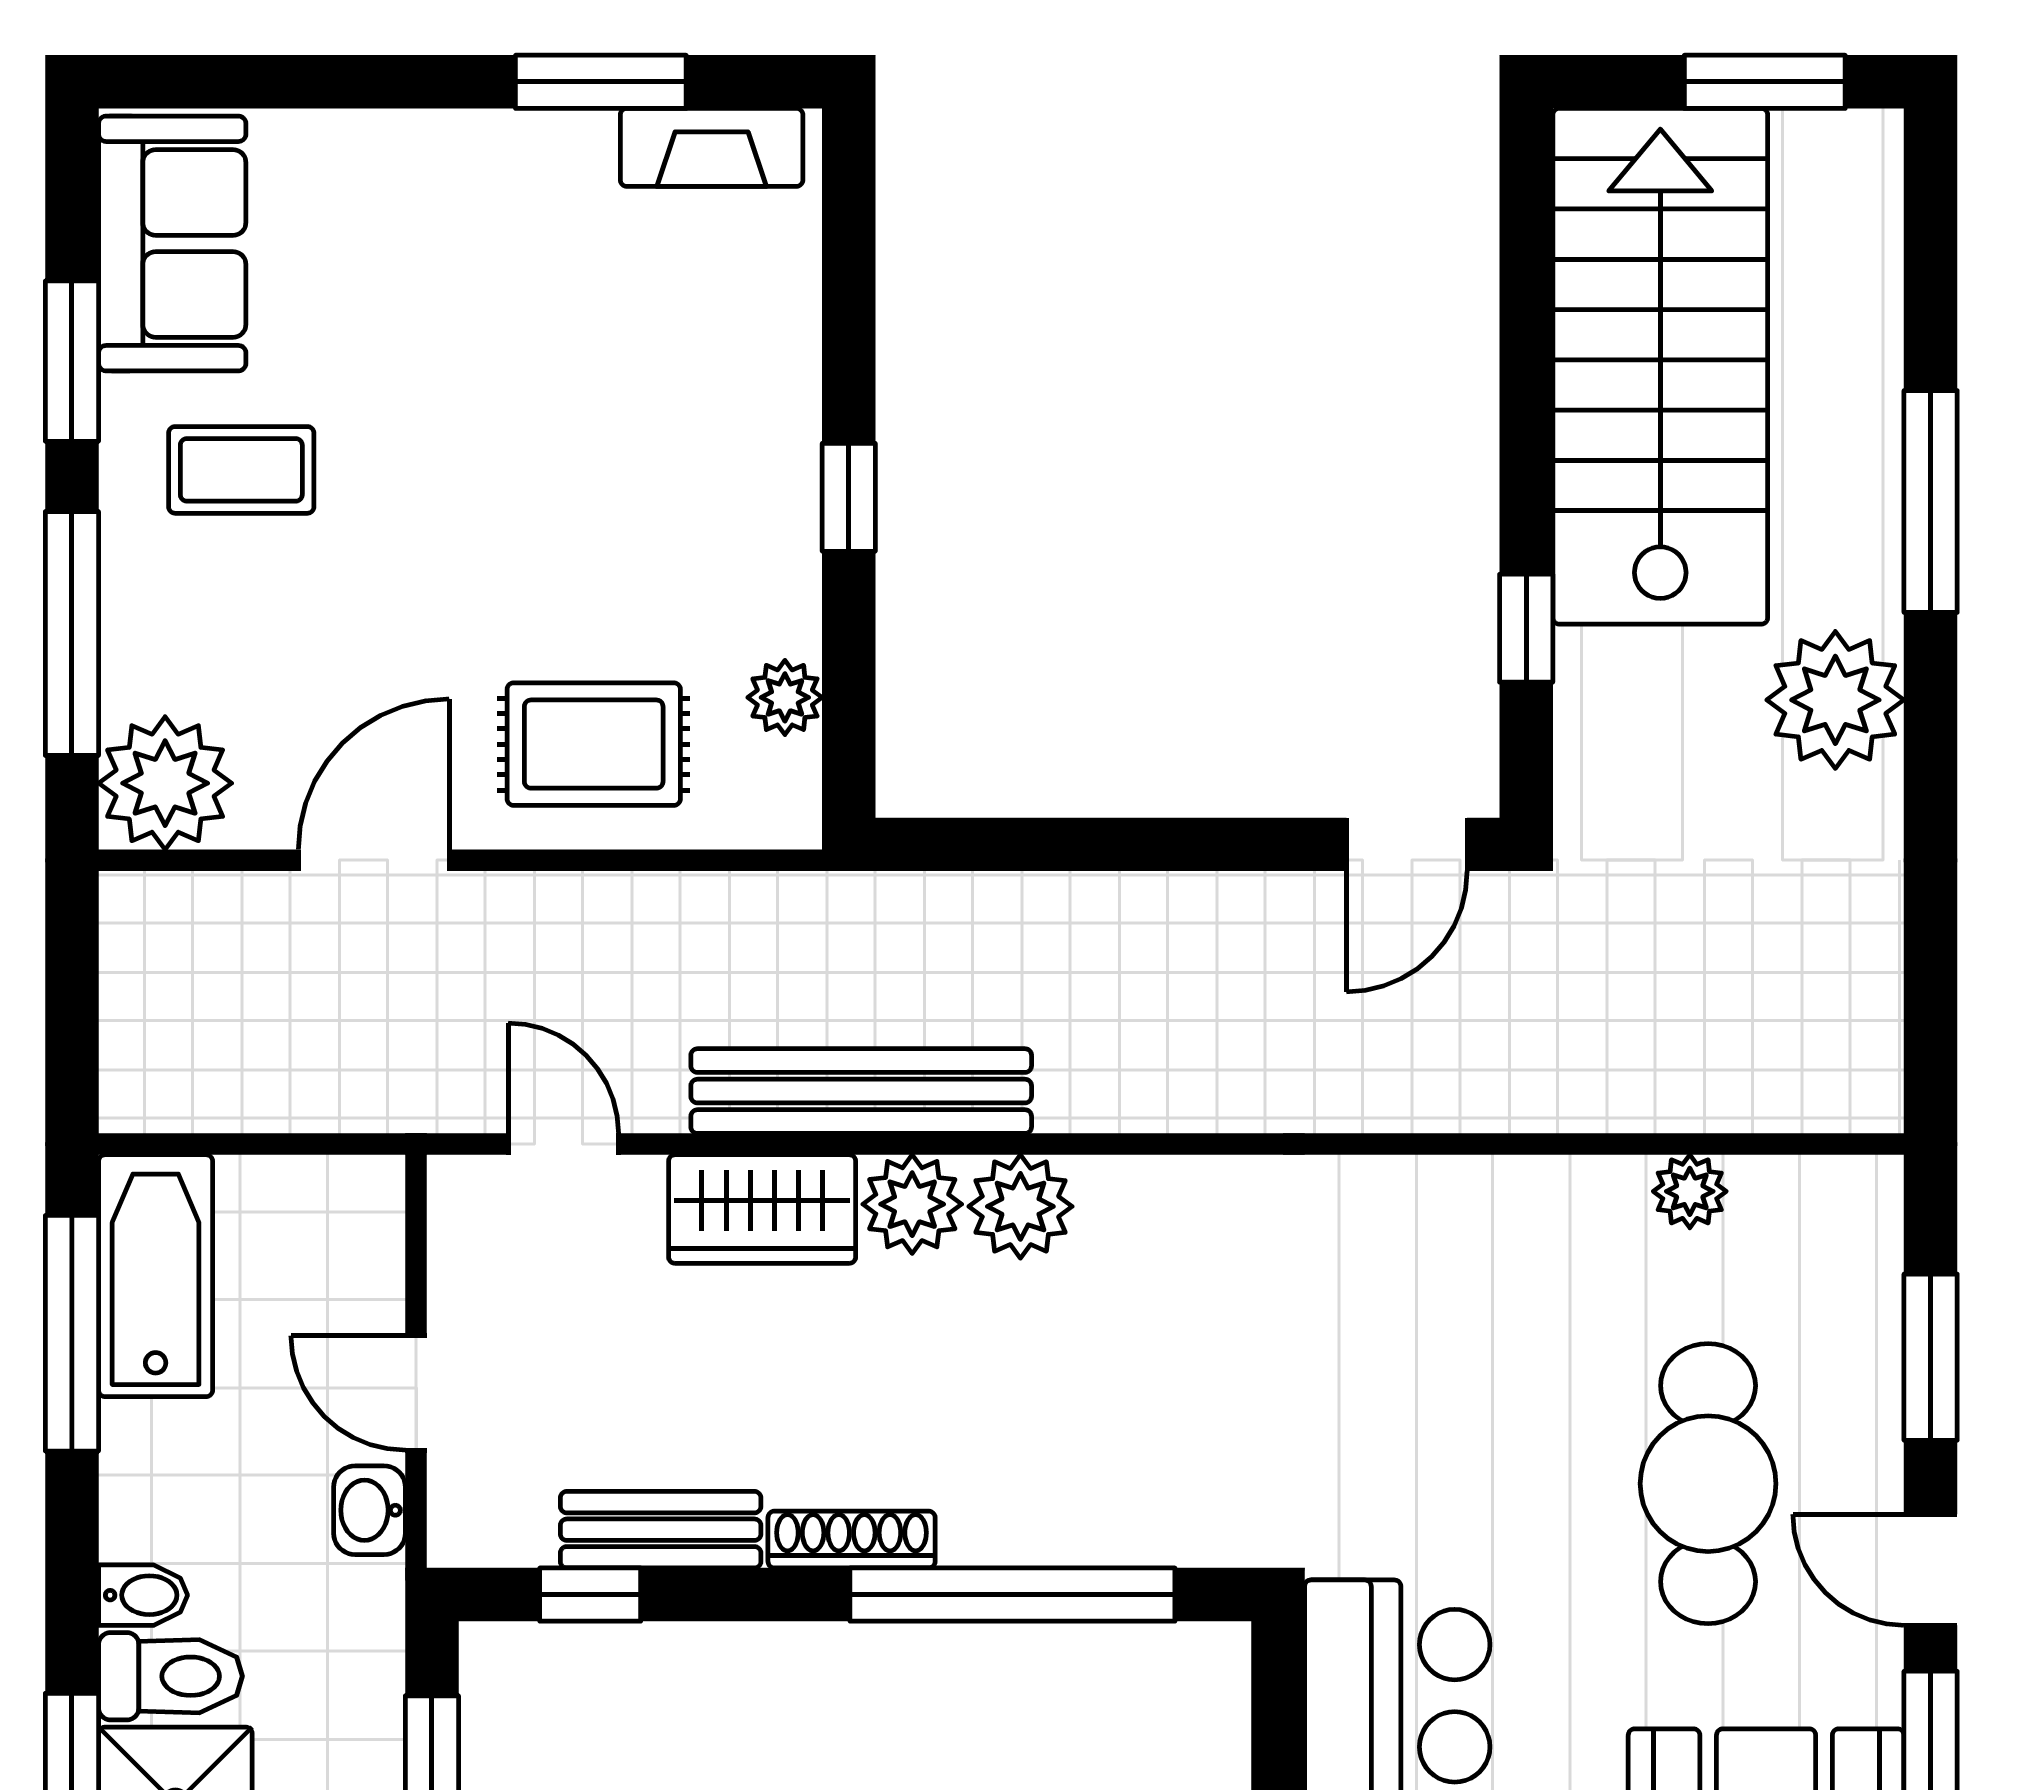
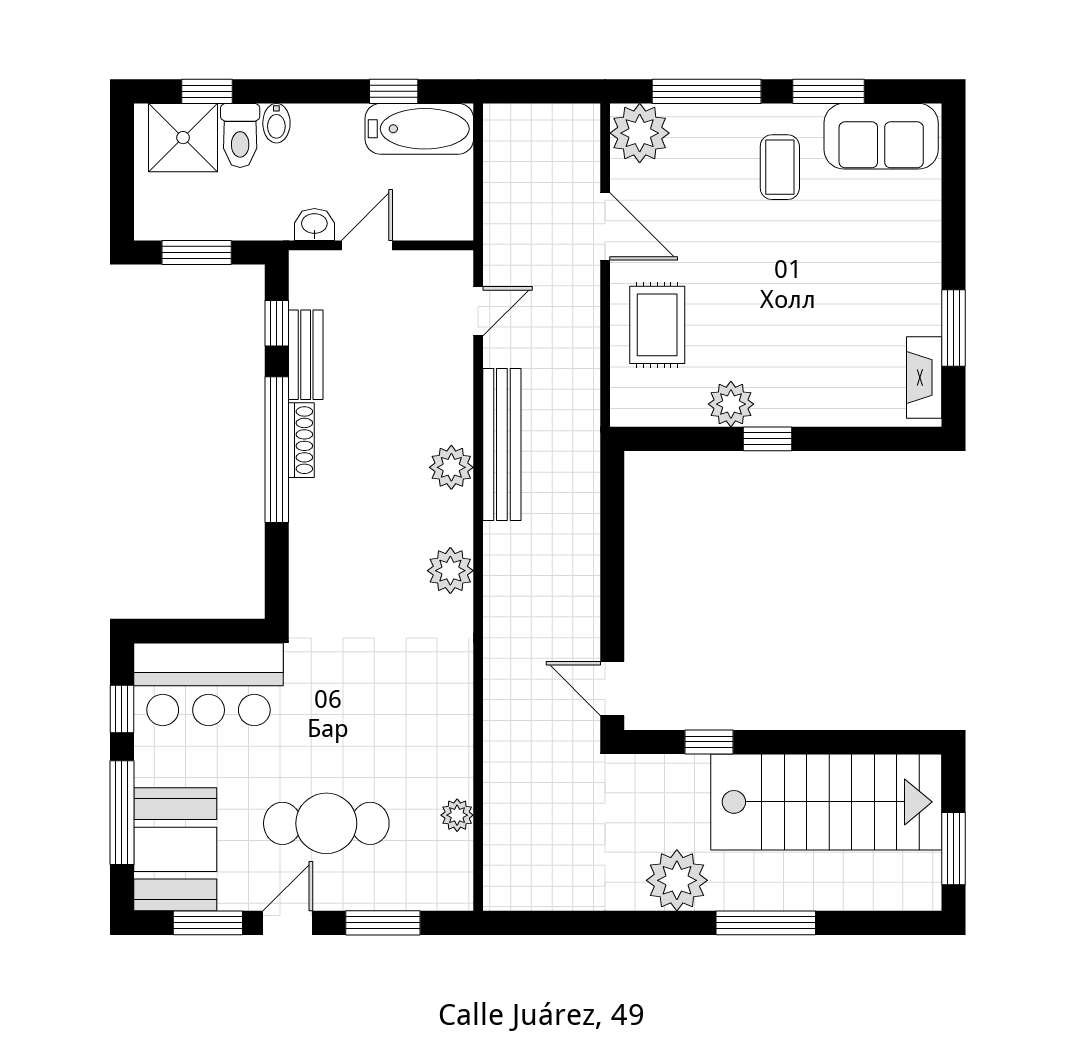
plant: (785, 697) -> (731, 404), moved, width x1.38, depth x1.38
plant: (1020, 1206) -> (450, 571), moved
wardrobe: (762, 1209) -> (449, 400), removed
window: (72, 1333) -> (394, 91), width x0.46
window: (1012, 1595) -> (277, 450), moved

